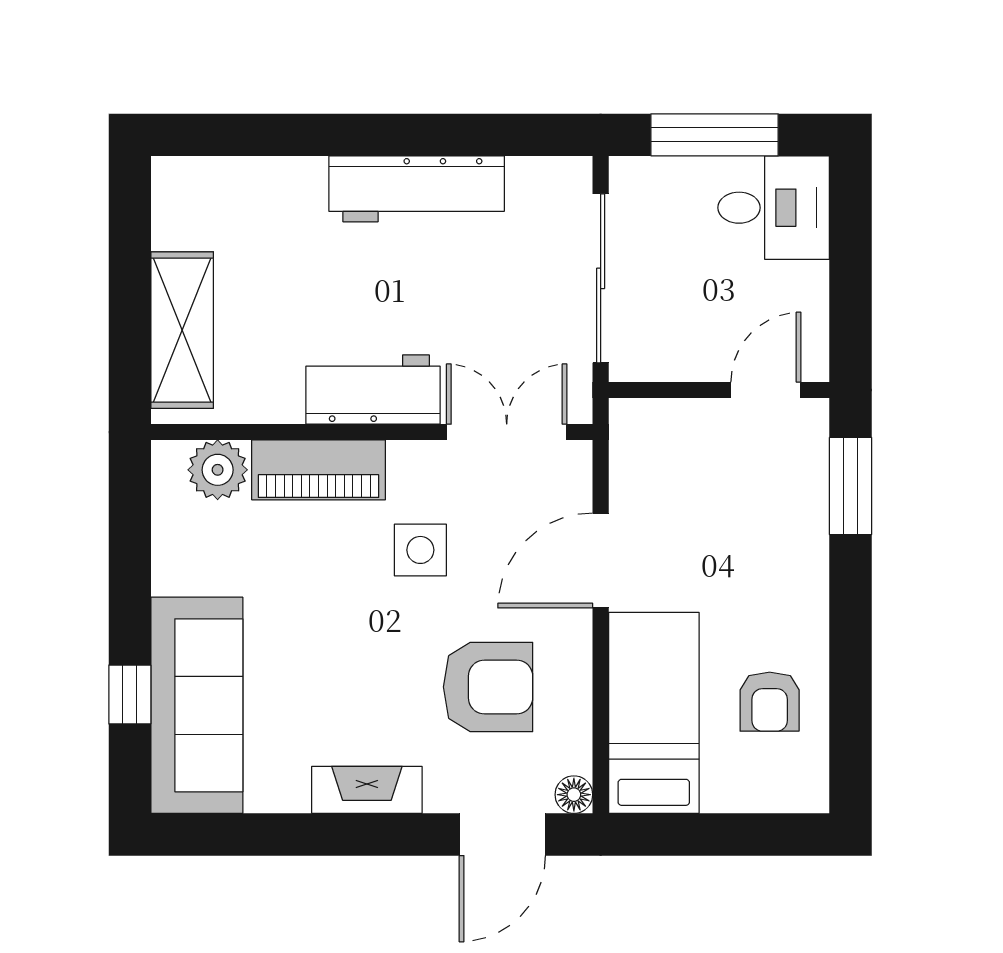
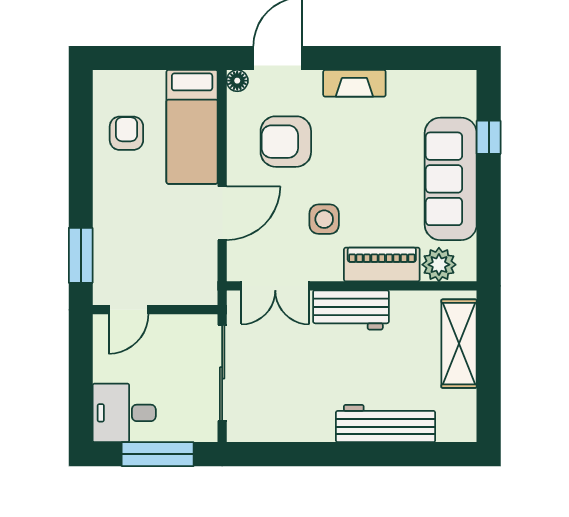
workbench: (417, 189) -> (386, 424), moved
sofa: (197, 705) -> (451, 179), moved

